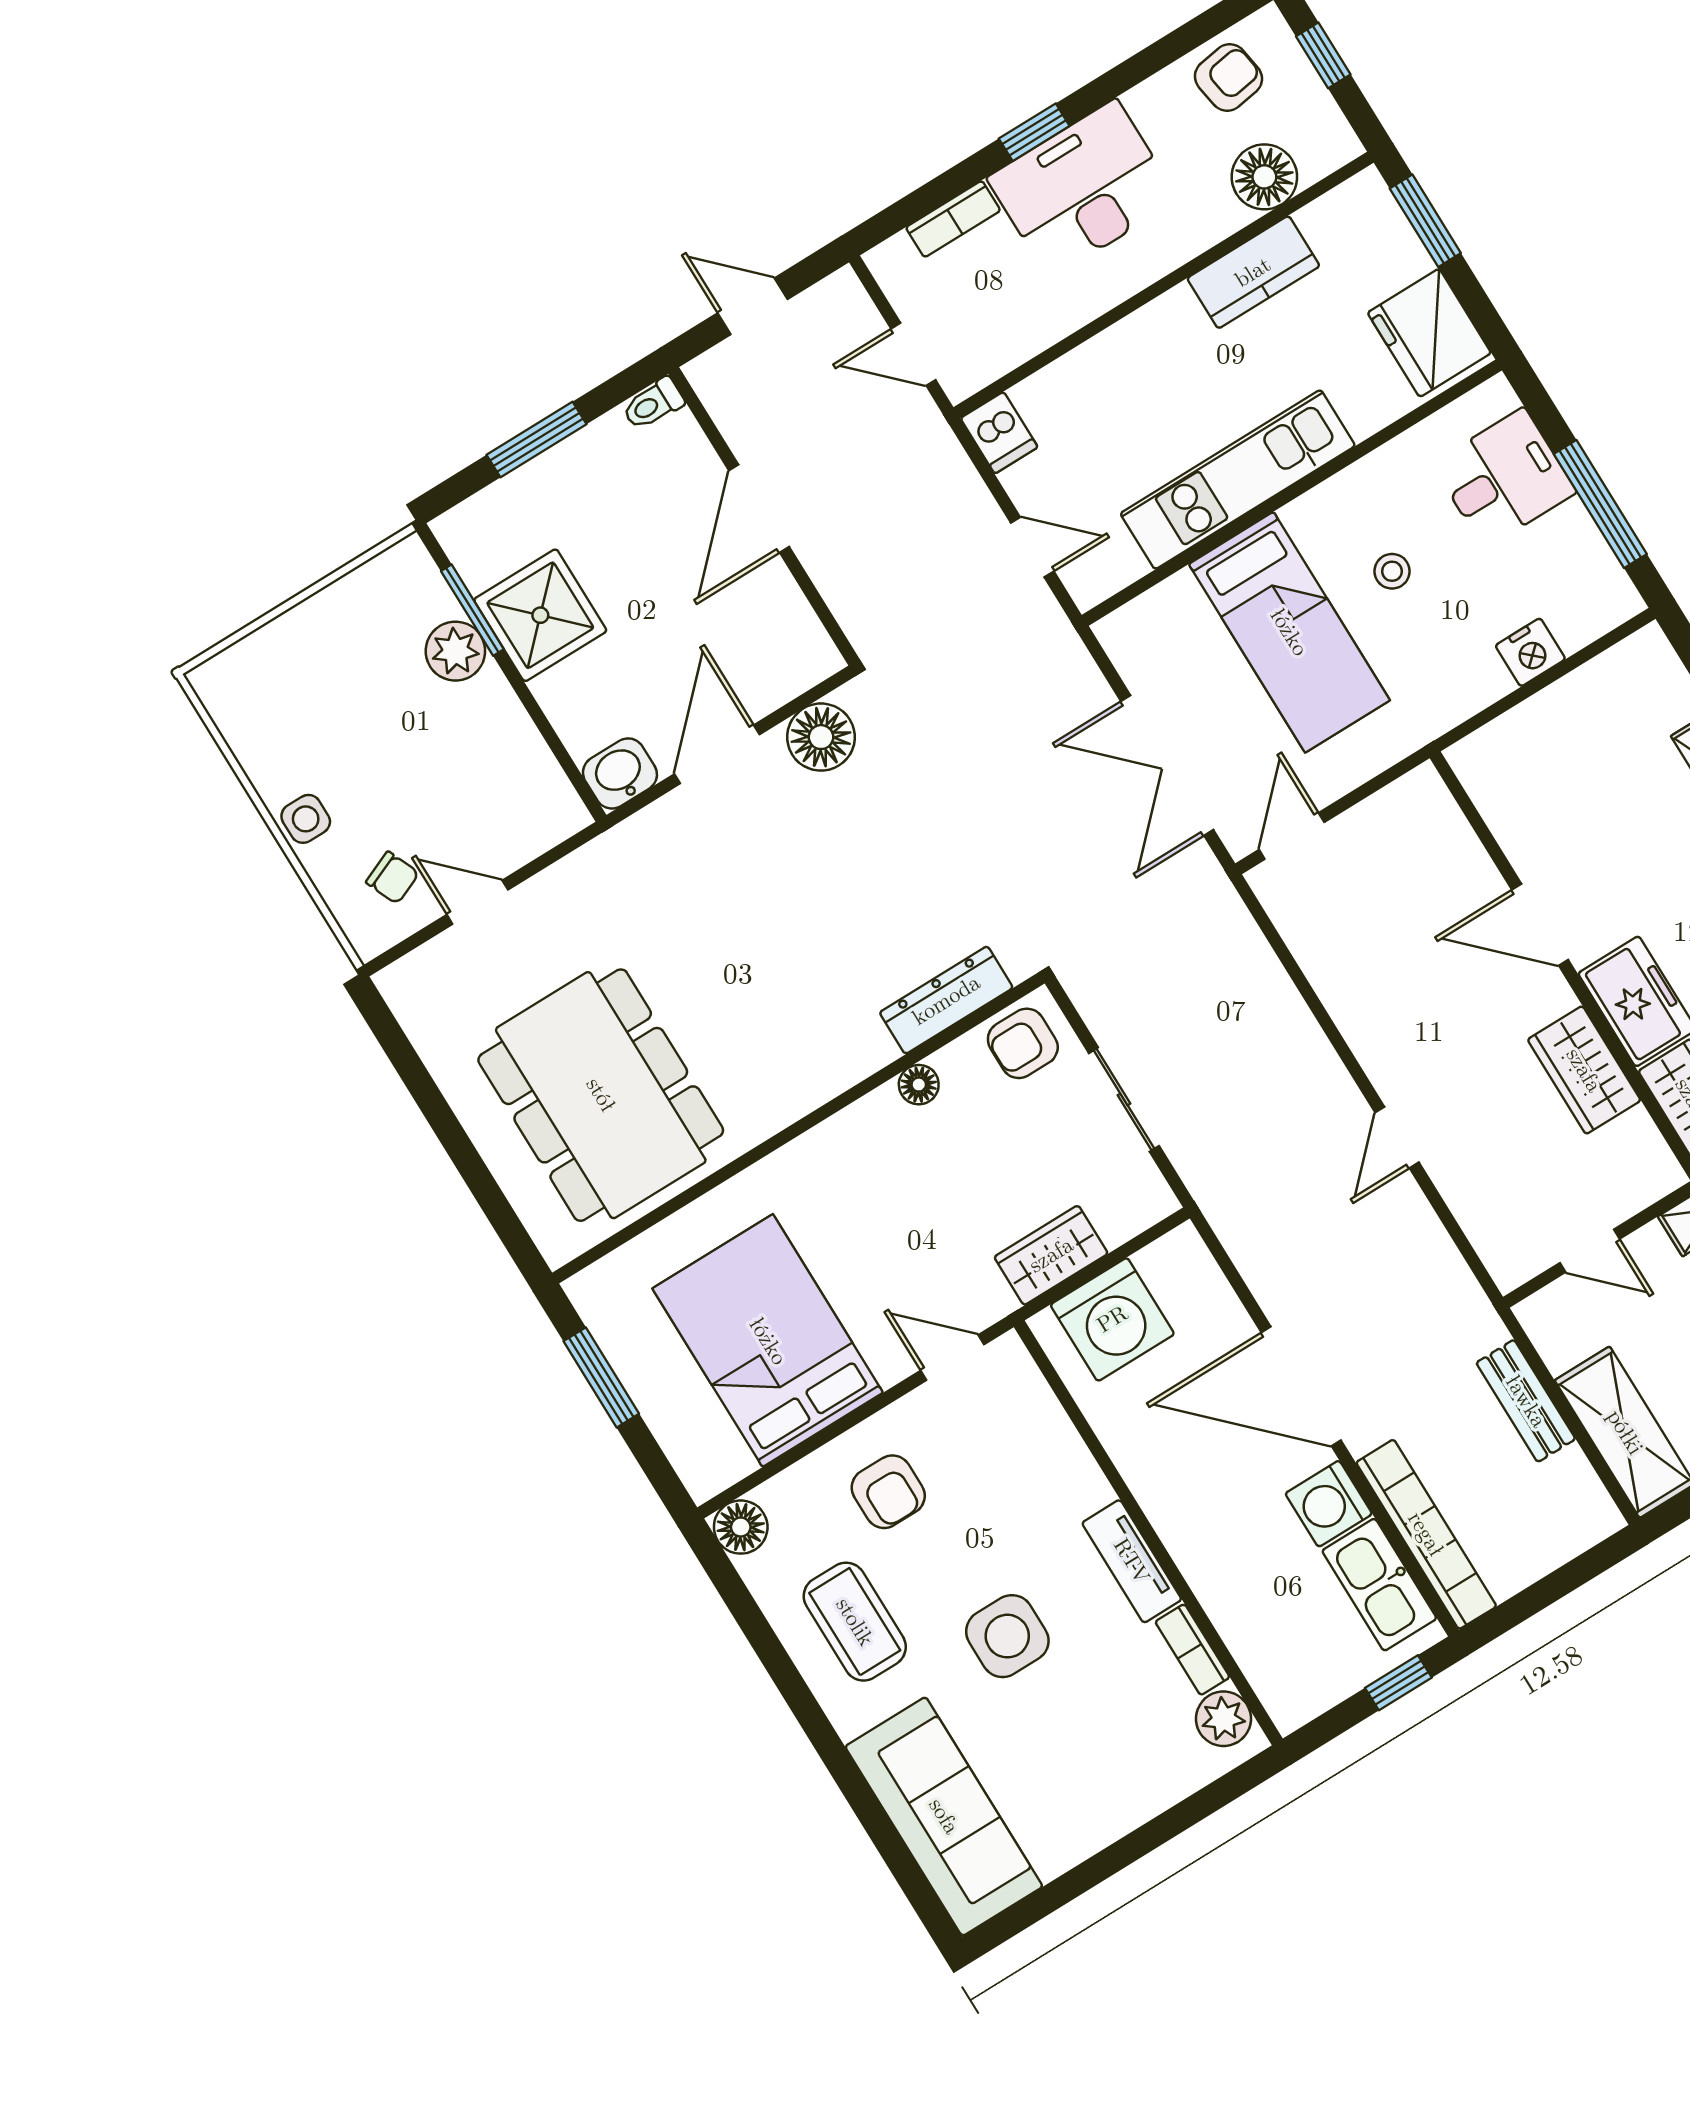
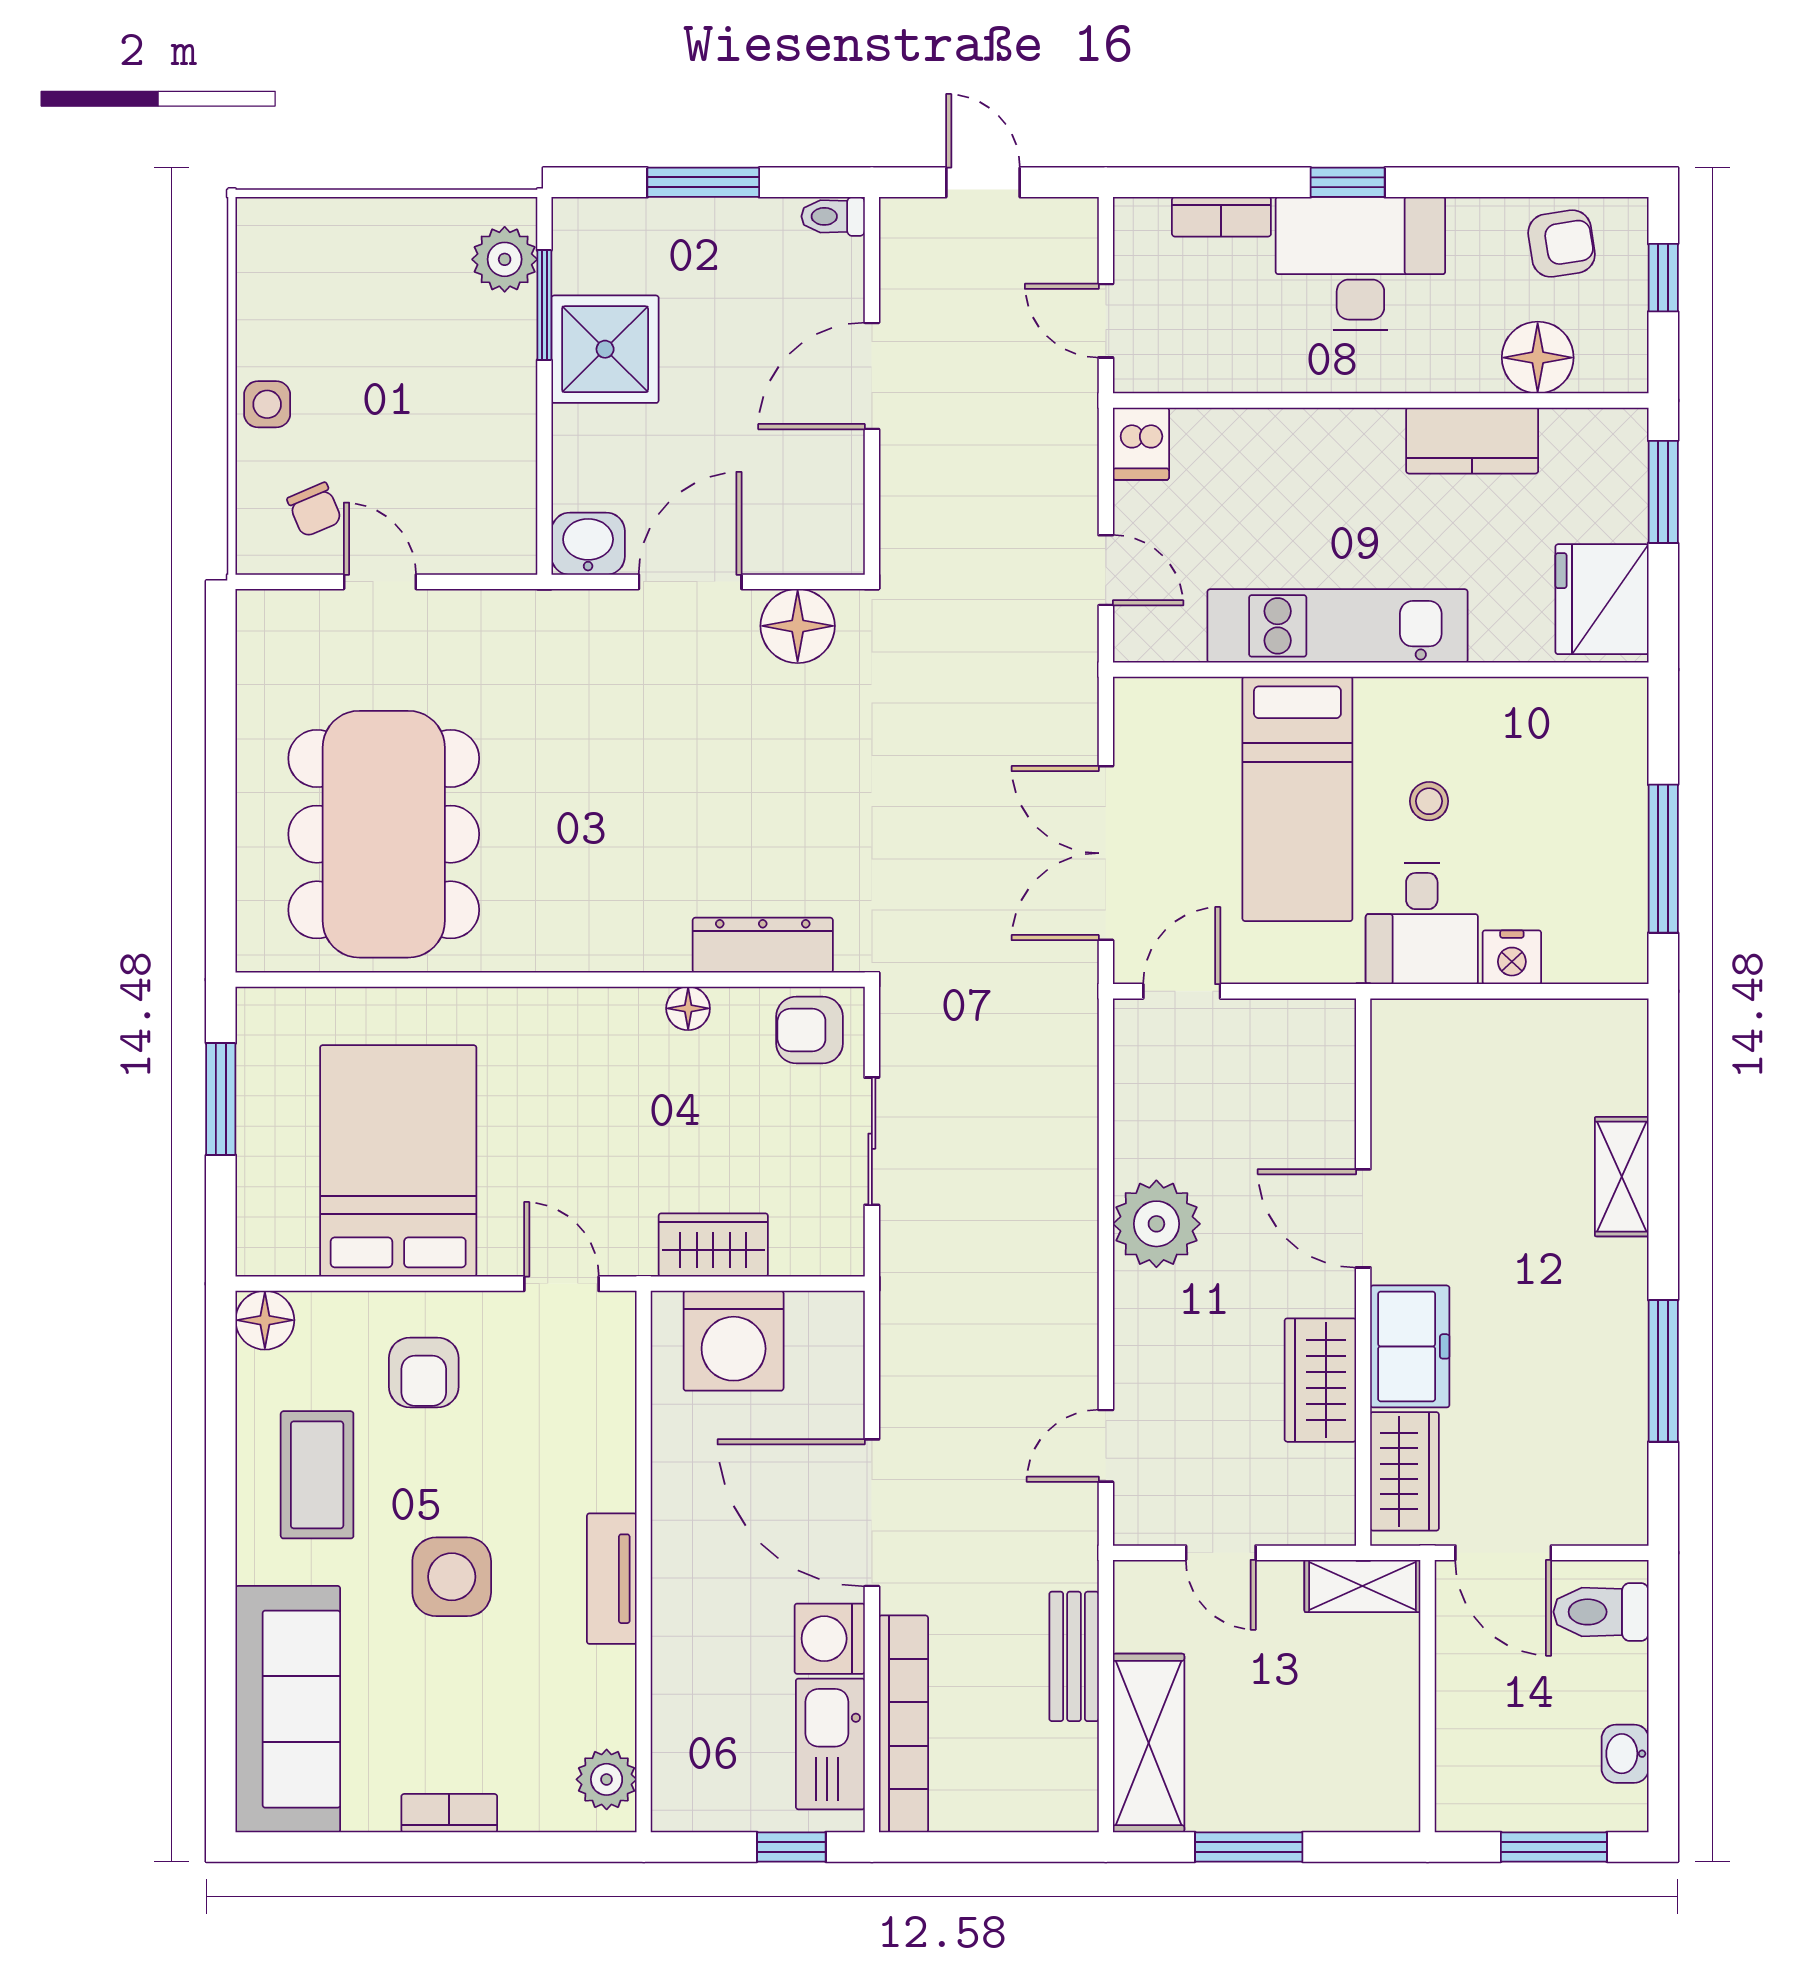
desk: (1504, 478) -> (1422, 924), moved, turned 90
plant: (455, 651) -> (505, 259), moved
plant: (1383, 1028) -> (1156, 1224), added
door: (1397, 1137) -> (1106, 1446), moved
bookcase: (1192, 1650) -> (449, 1813), moved, turned 90

